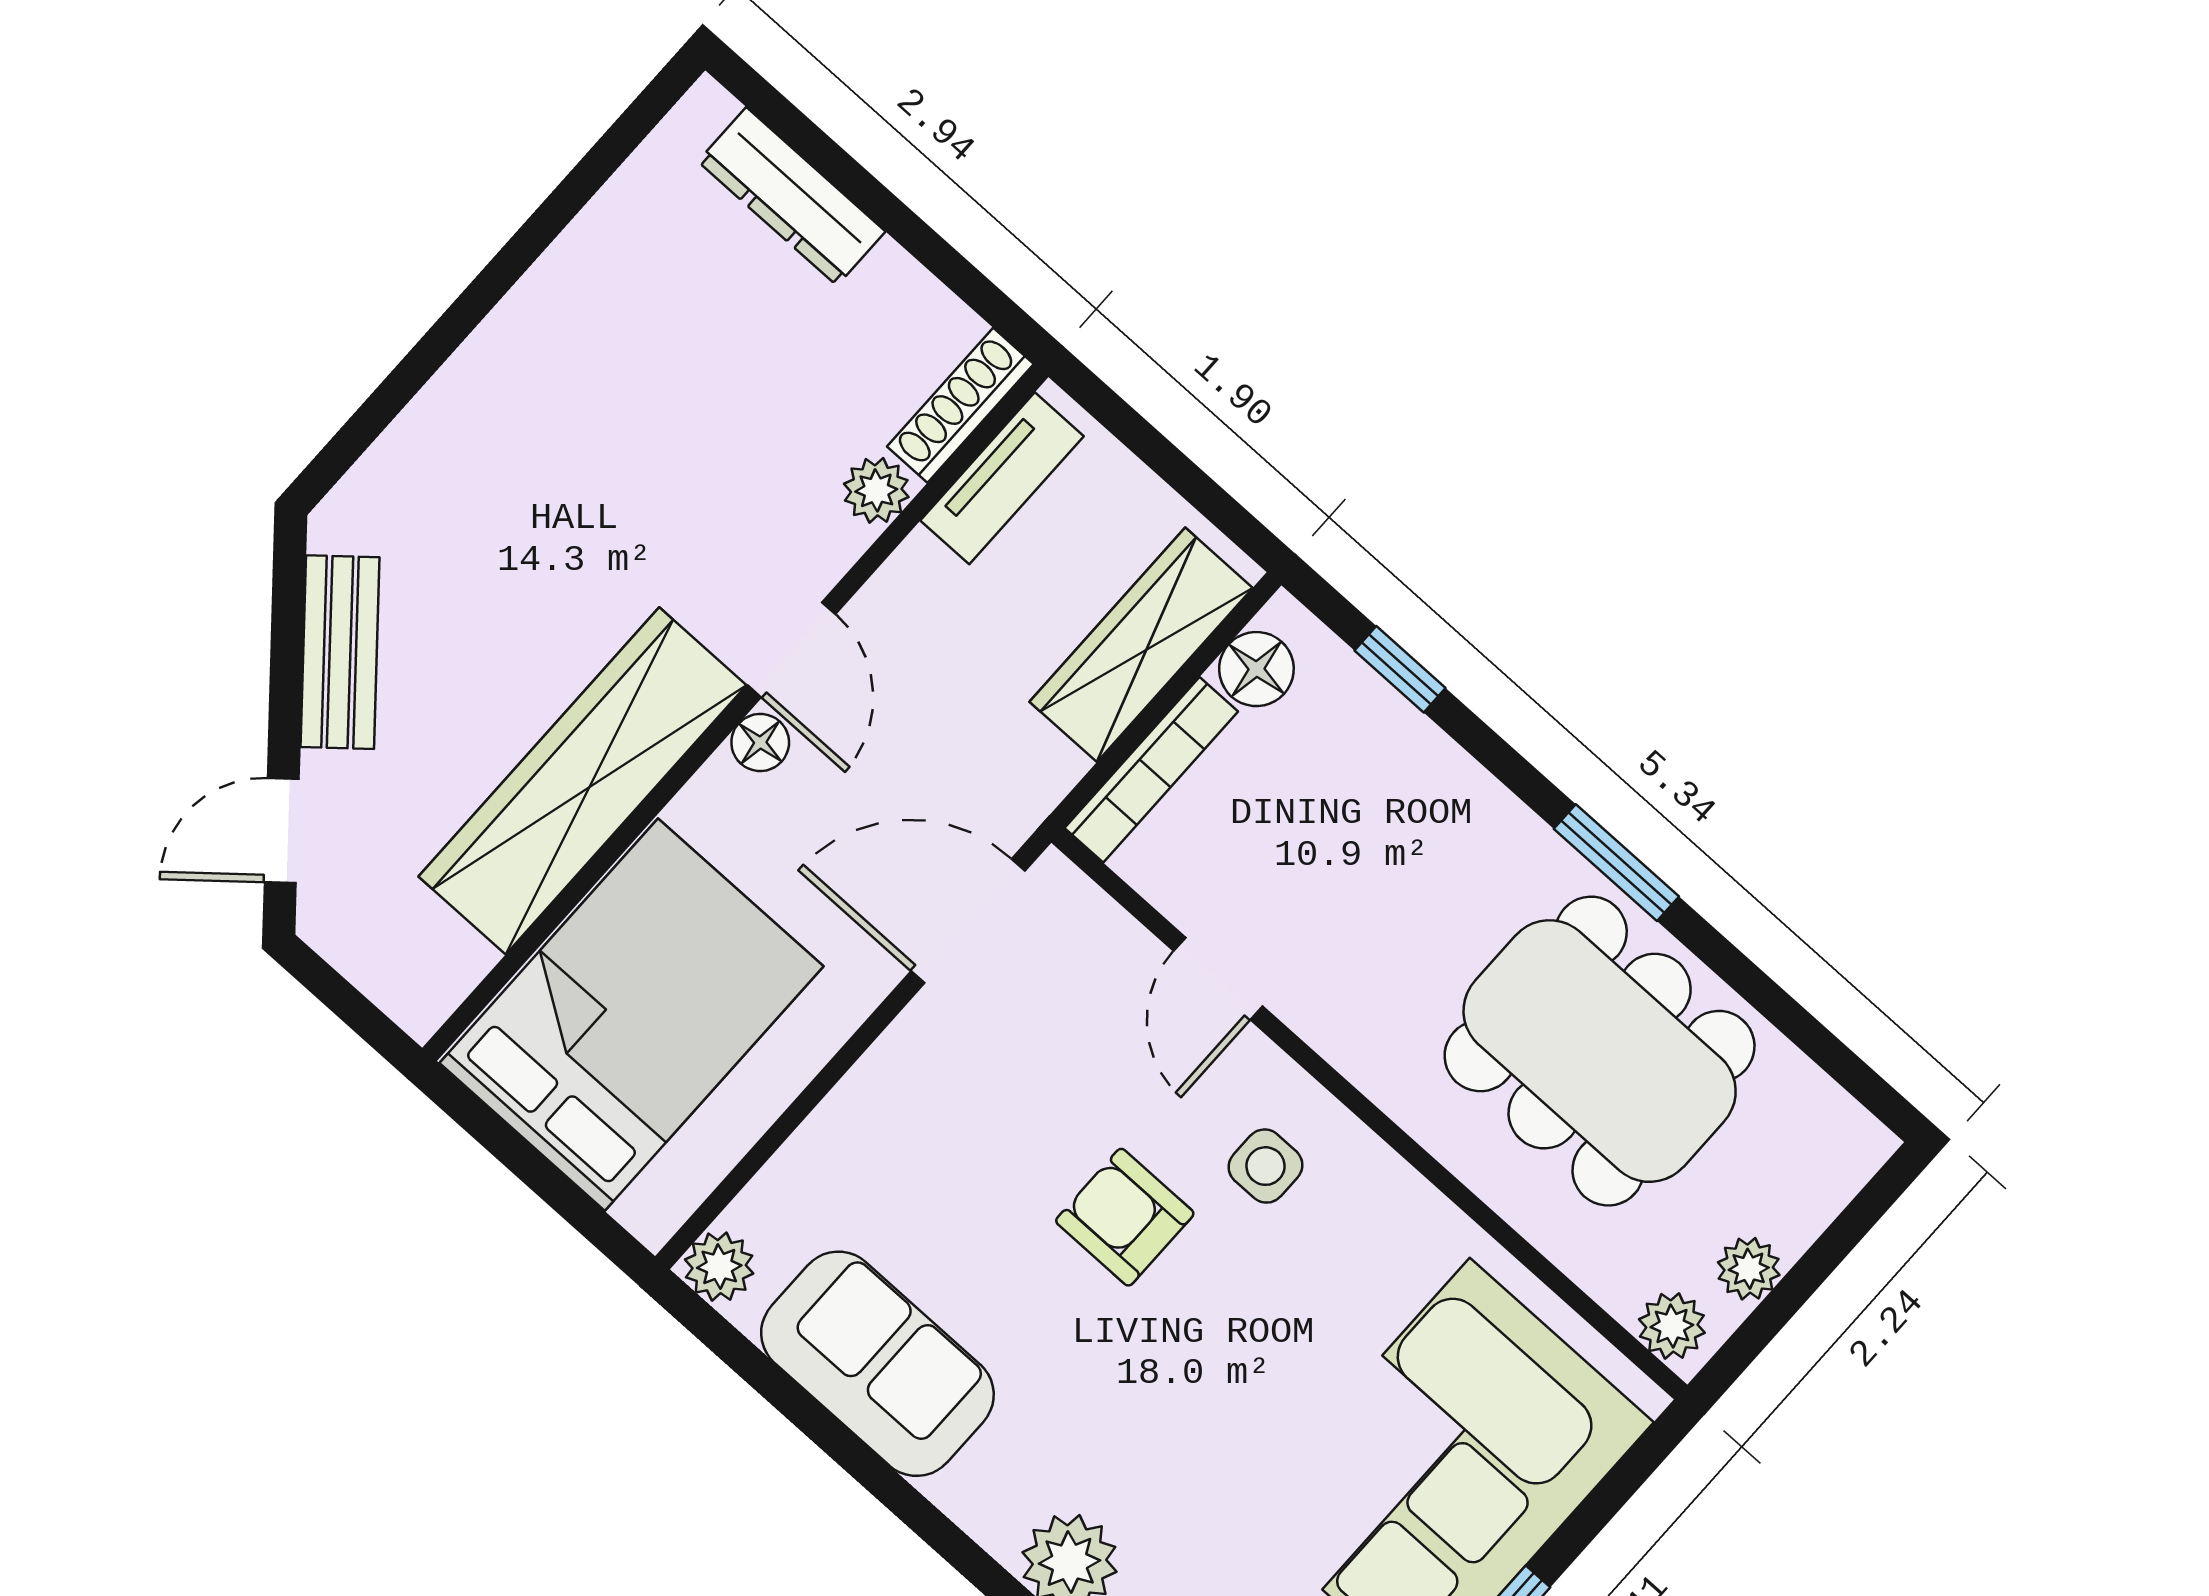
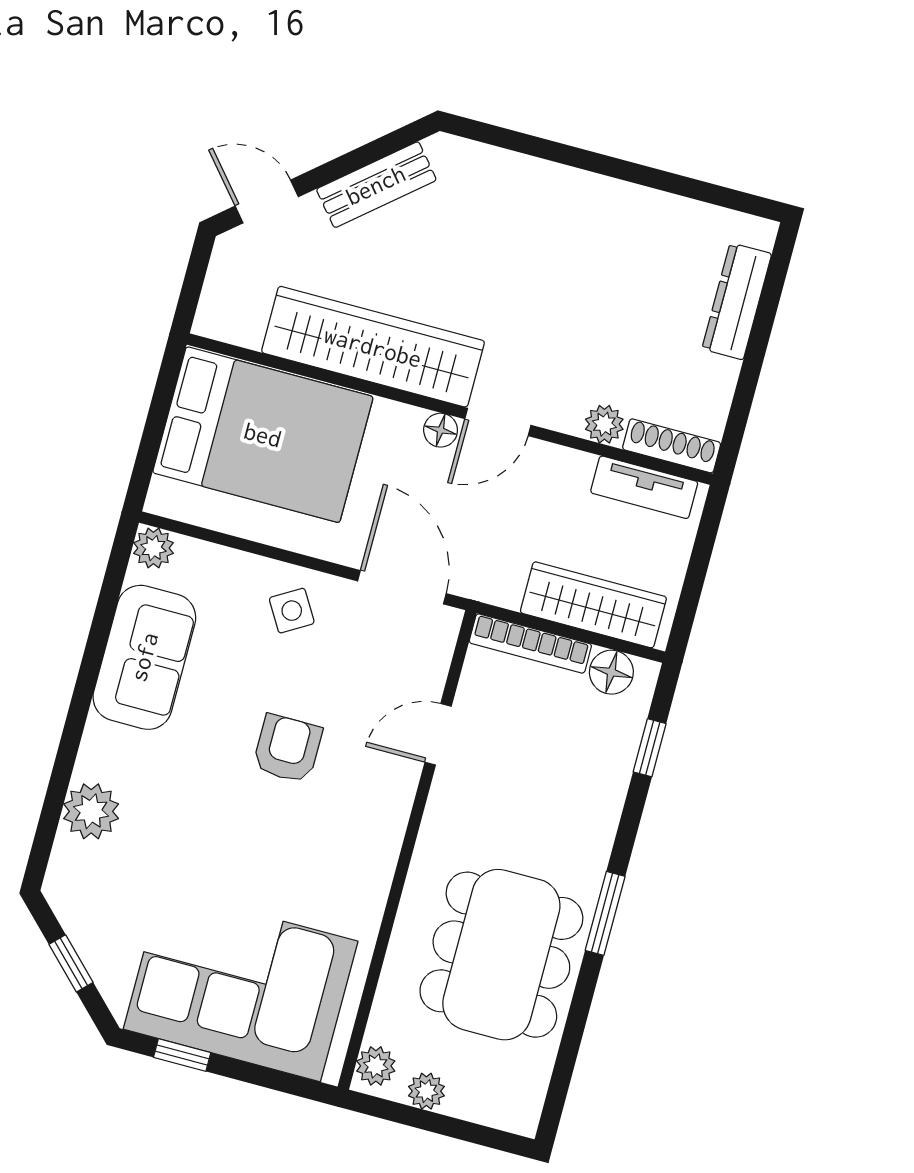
side table: (1266, 1166) -> (292, 611), moved, turned -31

